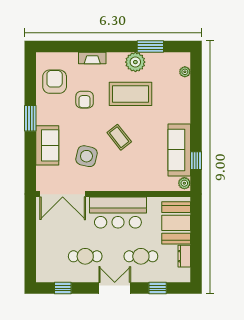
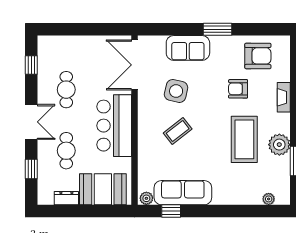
coffee table: (119, 137) -> (178, 131), moved

